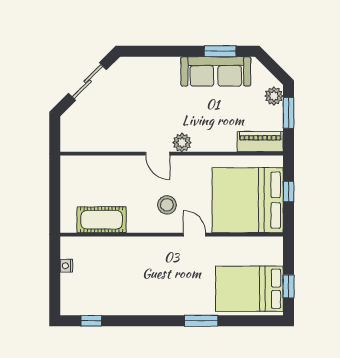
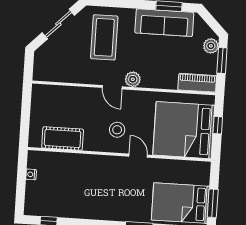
coffee table: (144, 94) -> (104, 37), added
window: (289, 286) -> (213, 203), width x1.50

